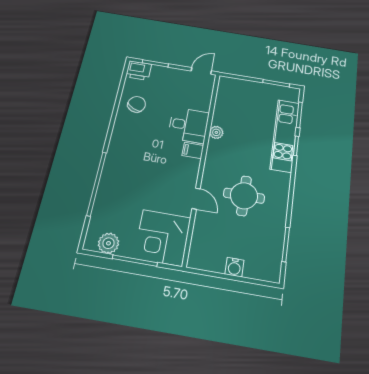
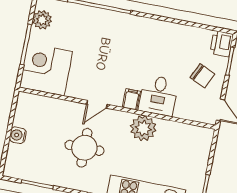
chair: (137, 104) -> (202, 76), moved
plant: (216, 132) -> (143, 128), width x1.87, depth x1.87
door: (196, 199) -> (97, 104), moved

